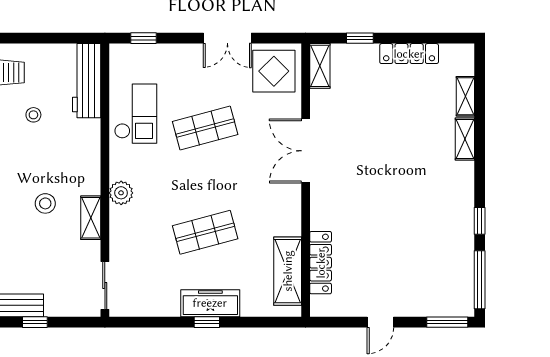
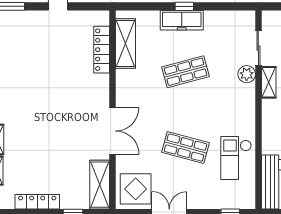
shelving: (320, 66) -> (100, 185), width x1.50, depth x1.33
shop shelf: (205, 128) -> (185, 148), turned 30
plant: (121, 193) -> (247, 74), moved
sliding door: (105, 285) -> (258, 48), moved

